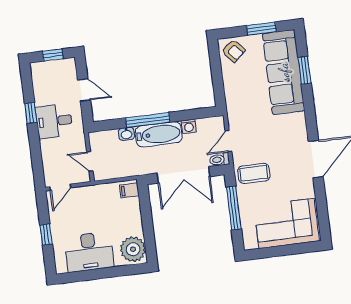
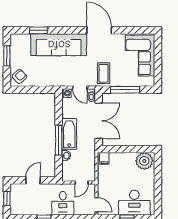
sofa: (284, 72) -> (59, 45), moved
desk: (54, 121) -> (63, 203), moved
washing machine: (189, 126) -> (66, 93), moved
desk: (89, 252) -> (134, 203), moved, turned 90

